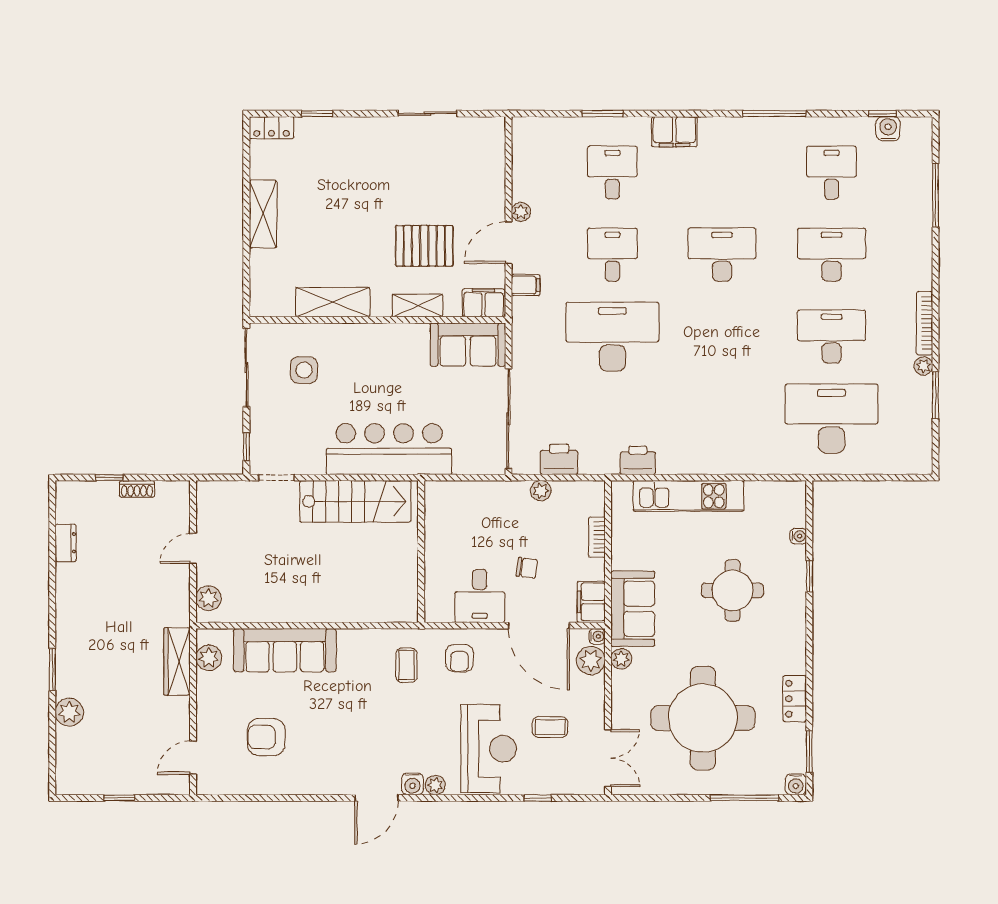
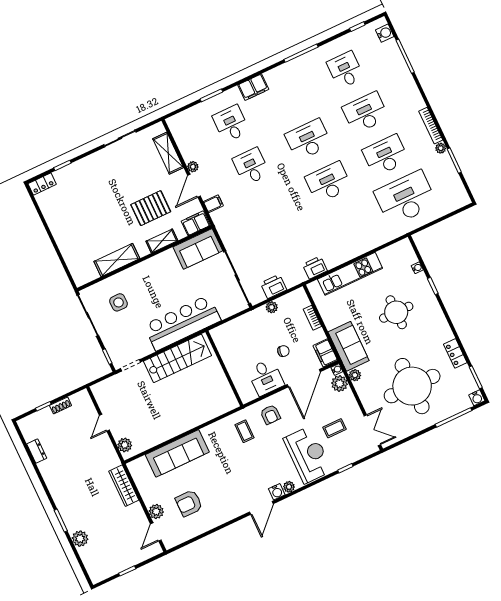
water cooler: (888, 129) -> (385, 33), moved, turned 90
shelving: (263, 214) -> (168, 153), moved
desk: (612, 337) -> (328, 182), moved, width x0.73, depth x0.77
door: (539, 626) -> (304, 378), hinge flipped
plant: (209, 658) -> (156, 511), moved

